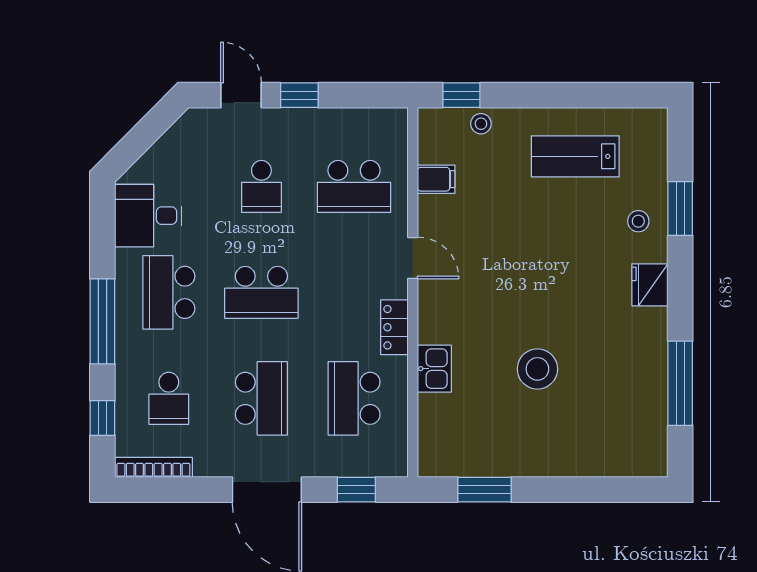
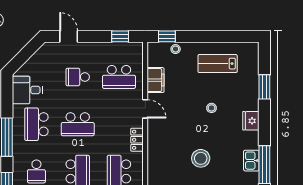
window: (299, 95) -> (120, 36), moved
filing cabinet: (436, 179) -> (156, 80), width x2.00
school desk: (261, 186) -> (78, 77), turned 90
stool: (638, 221) -> (212, 108), moved
kitchen sink: (434, 369) -> (251, 161), moved, turned 180

